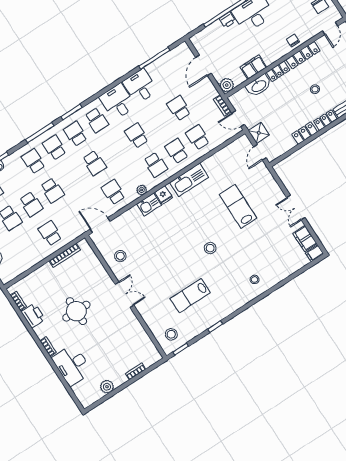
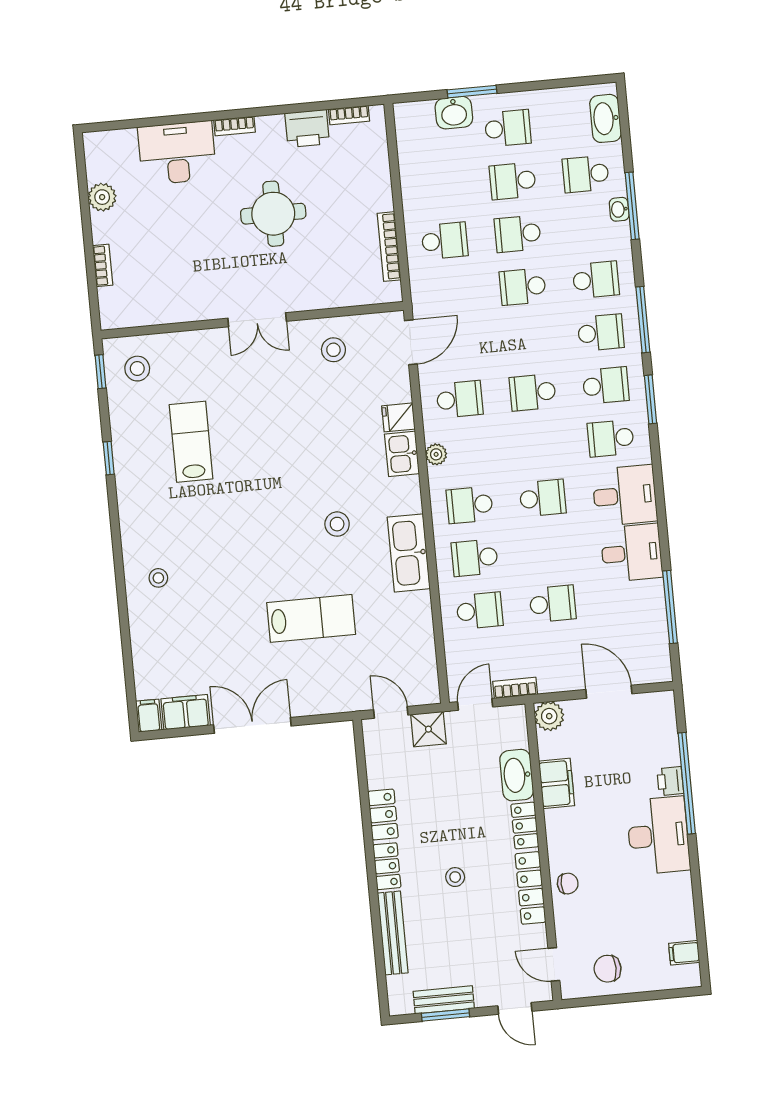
school desk: (177, 151) -> (475, 558), turned 180
fridge: (163, 195) -> (398, 417), moved
double door: (296, 208) -> (252, 725), width x1.37
stool: (210, 248) -> (337, 524), moved

